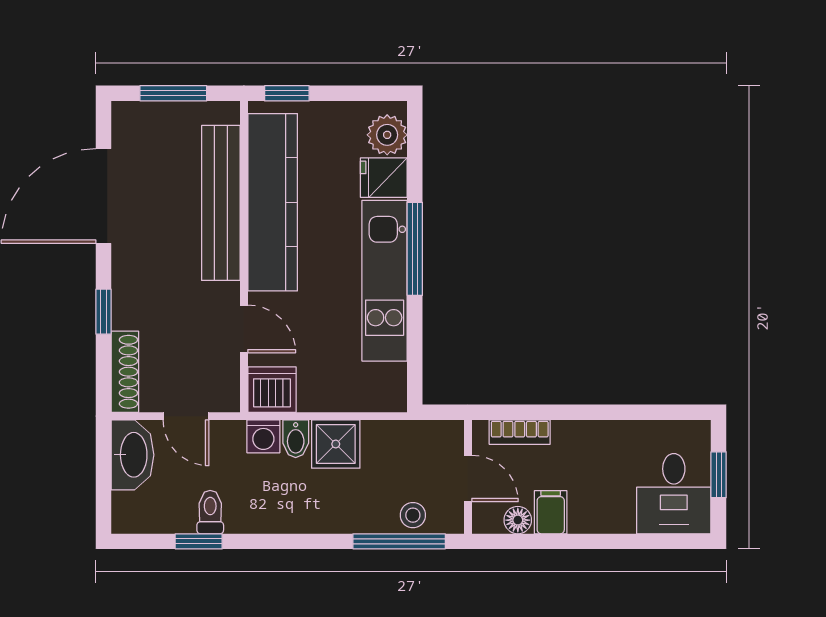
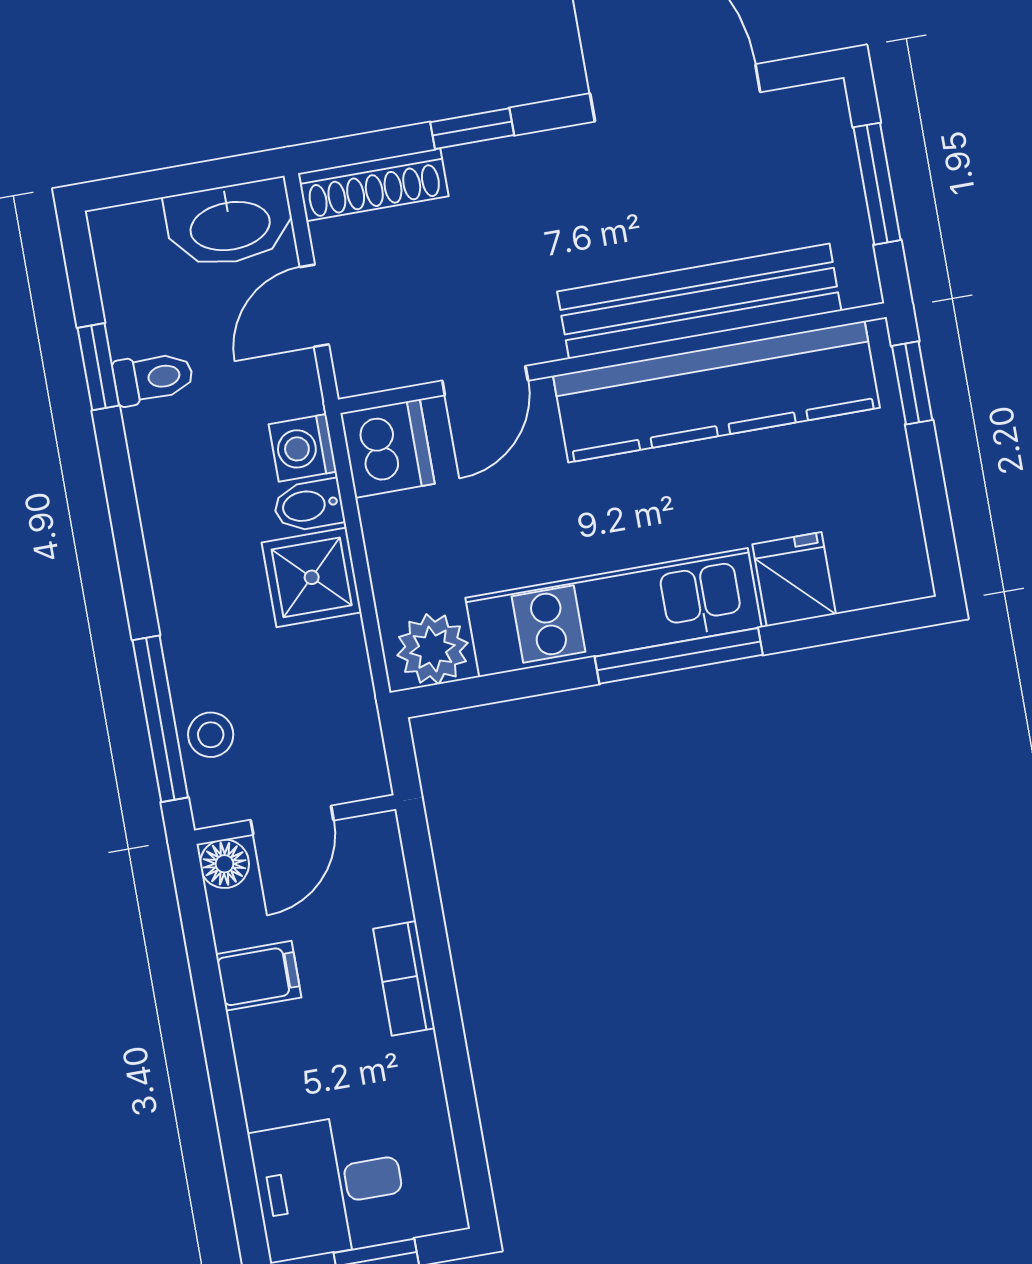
plant: (387, 135) -> (433, 649), moved
bookcase: (520, 432) -> (404, 978), moved
floor lamp: (518, 520) -> (224, 864), moved

